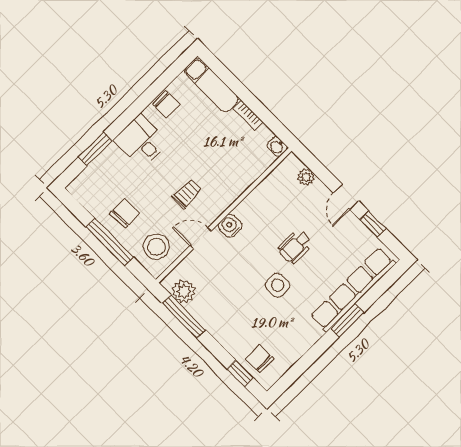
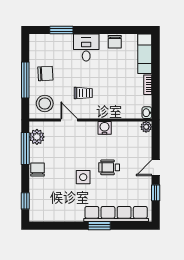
plant: (306, 177) -> (146, 127), moved
water cooler: (230, 226) -> (105, 128), moved
chair: (260, 359) -> (38, 169), moved

